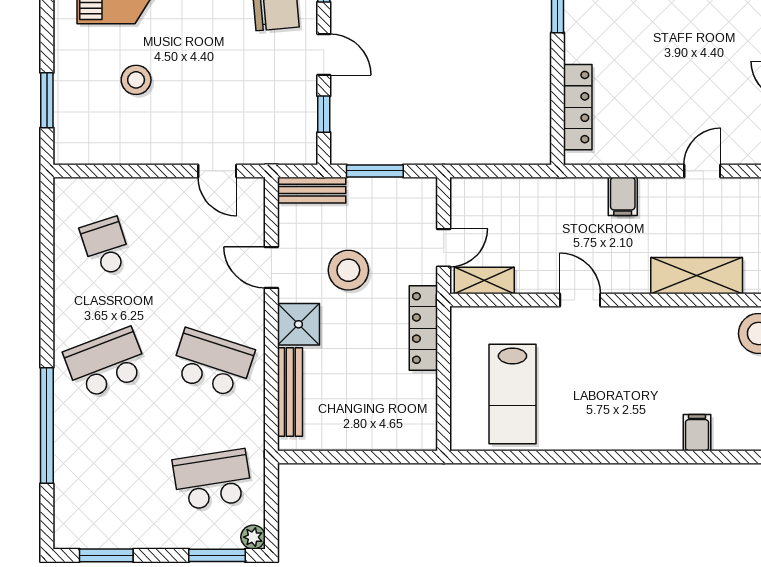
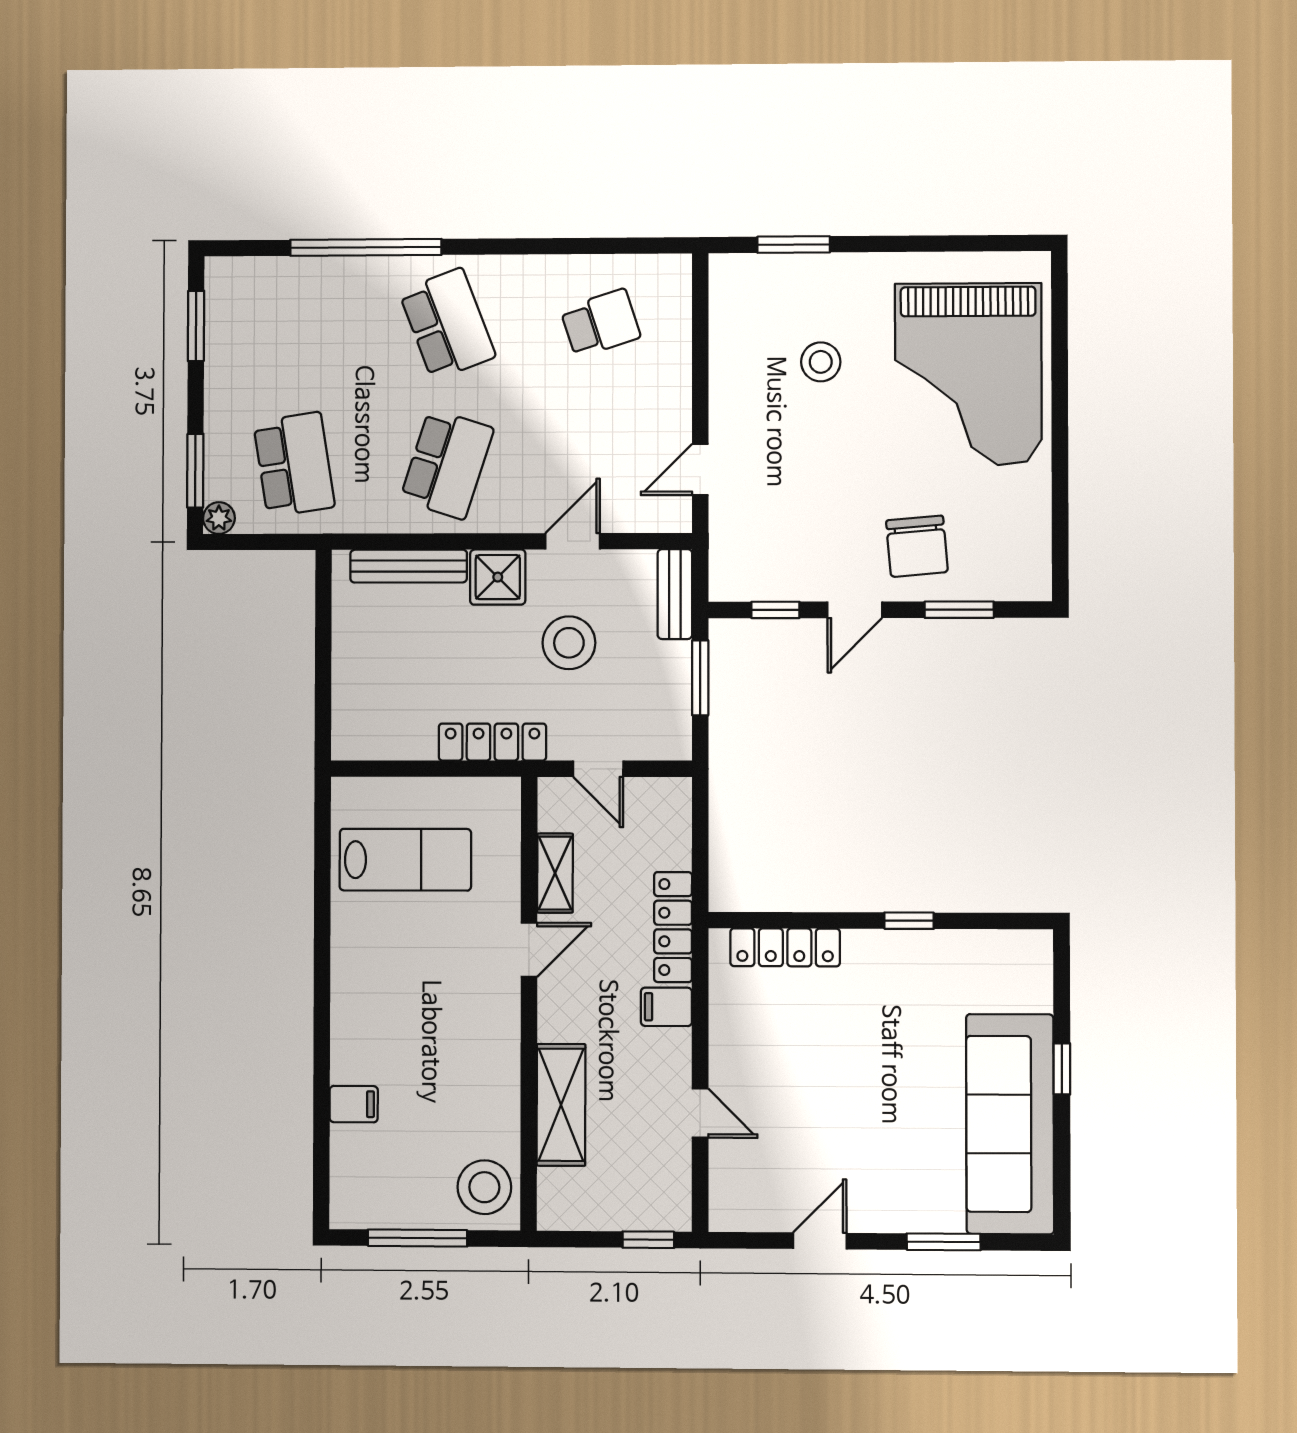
locker: (563, 191) -> (673, 927), added
shelving: (484, 281) -> (555, 873), moved
lab bench: (512, 394) -> (405, 860), turned 180

